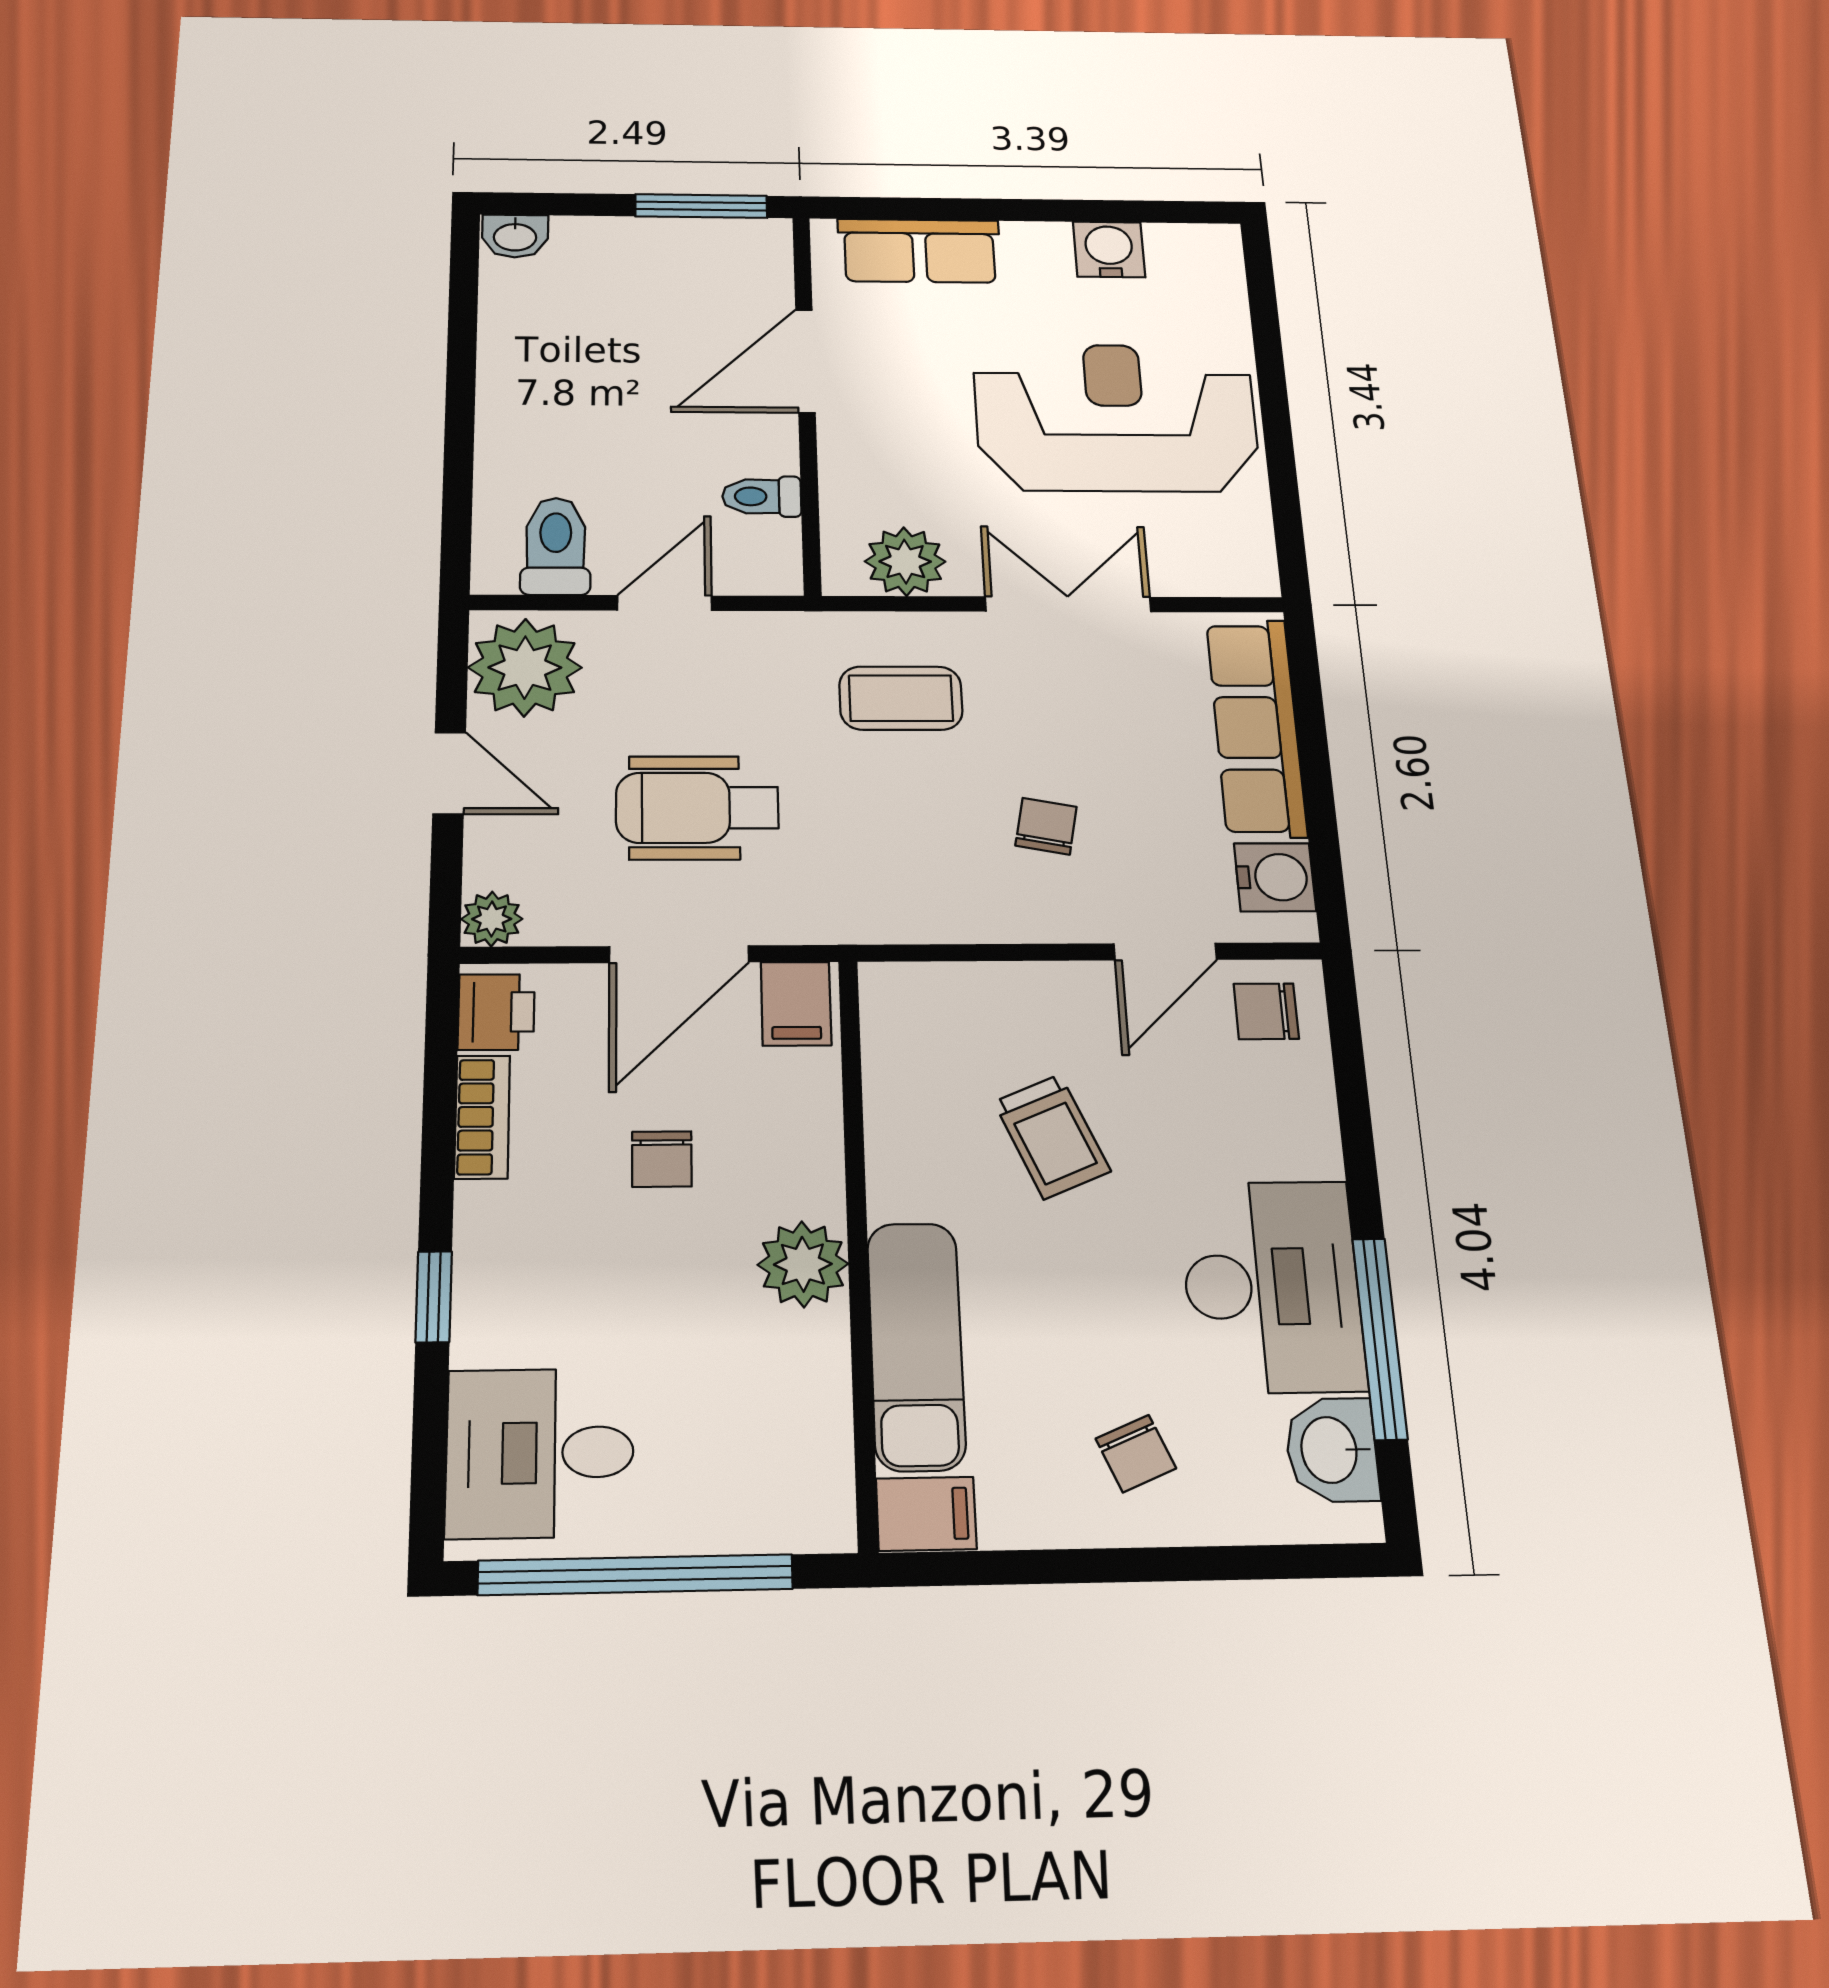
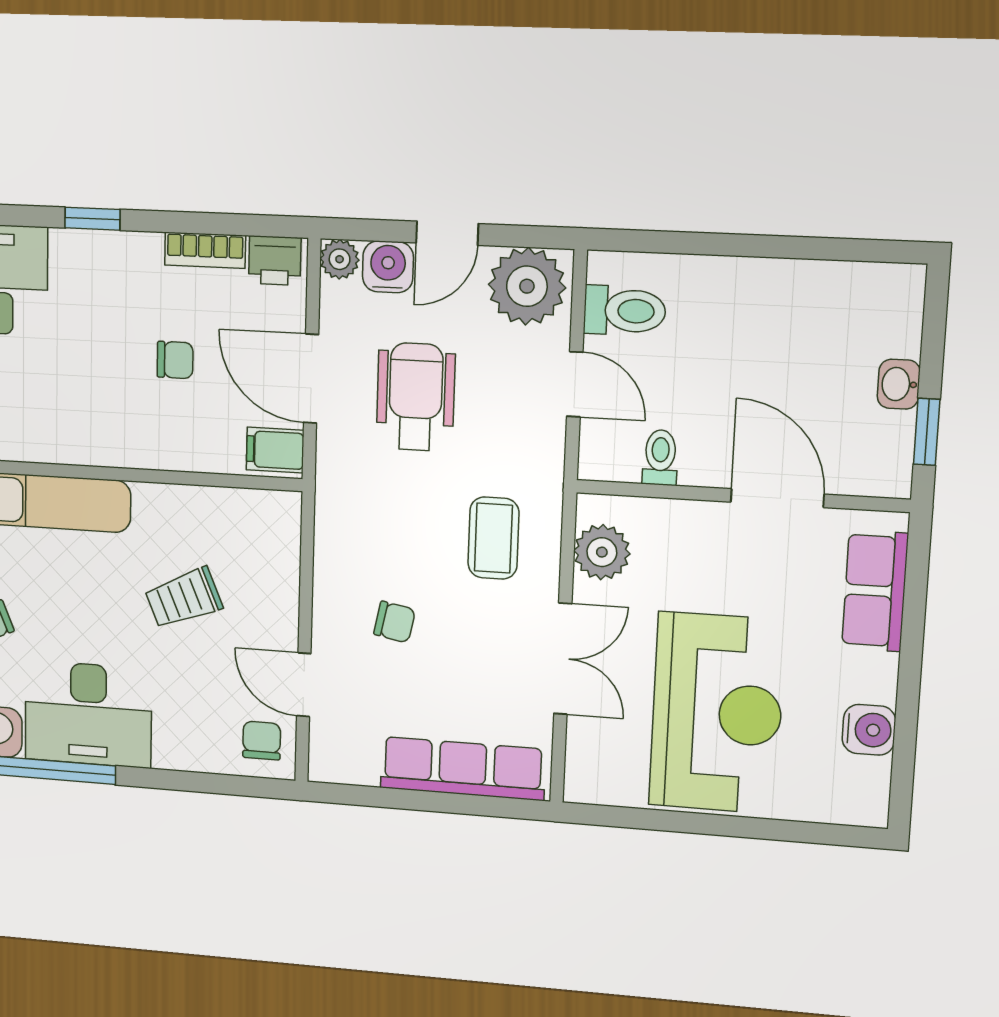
window: (701, 206) -> (927, 432), width x0.67
washbasin: (515, 236) -> (899, 384), moved
water cooler: (1275, 877) -> (388, 267), moved, turned 180
chair: (662, 1159) -> (175, 360), turned 180
plant: (803, 1264) -> (108, 440), removed

